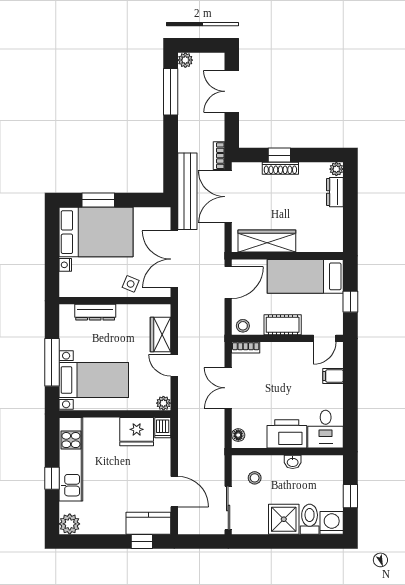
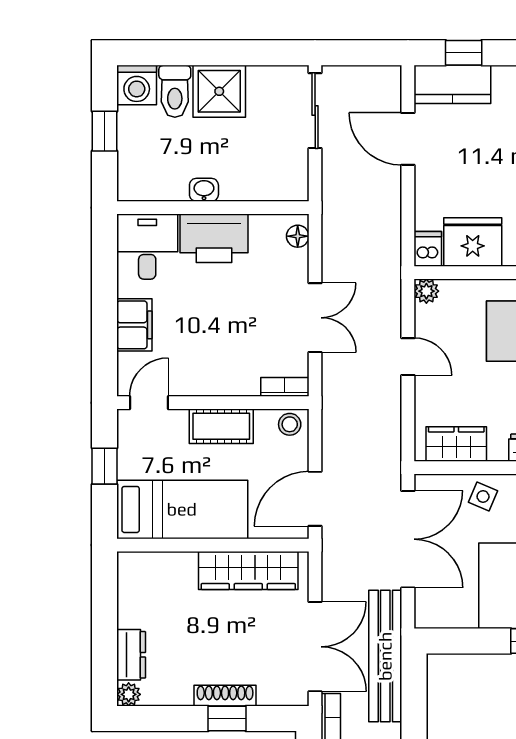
wardrobe: (161, 334) -> (456, 444), moved, turned -90
filing cabinet: (333, 376) -> (134, 325), width x2.00
stool: (255, 478) -> (269, 162), removed

